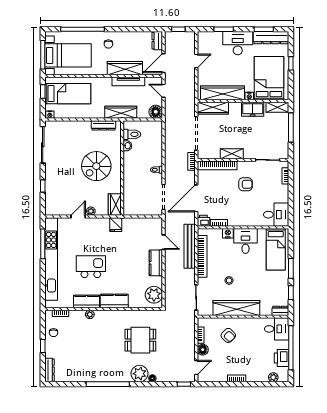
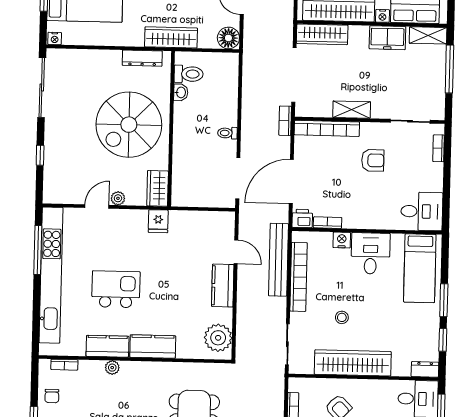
spiral stairs: (96, 166) -> (129, 125), width x1.37, depth x1.37

